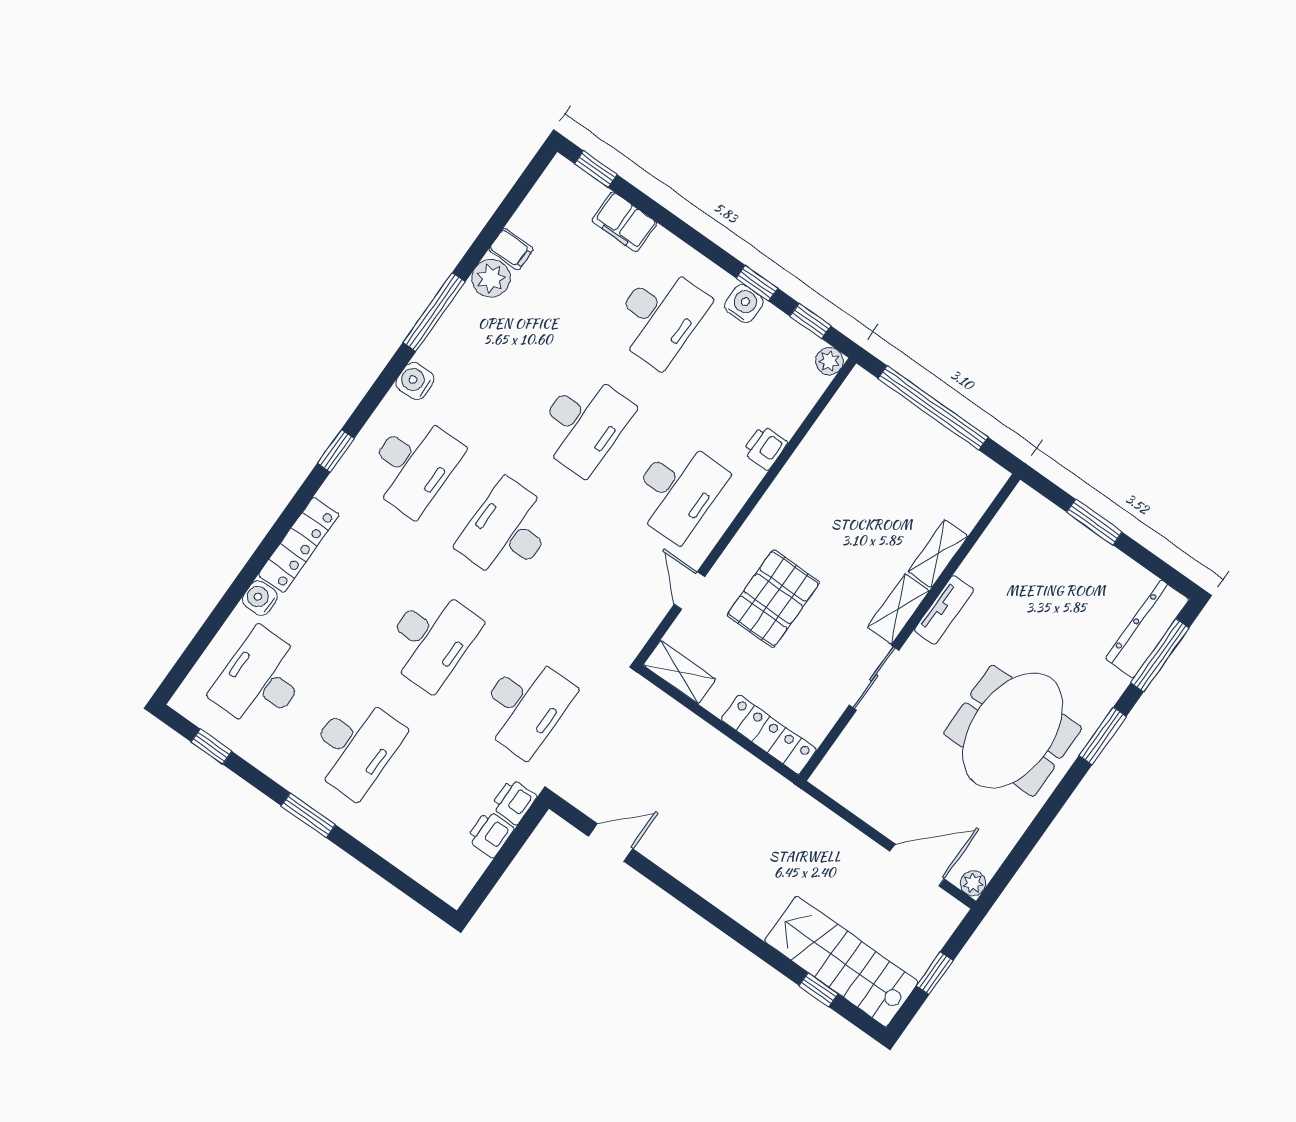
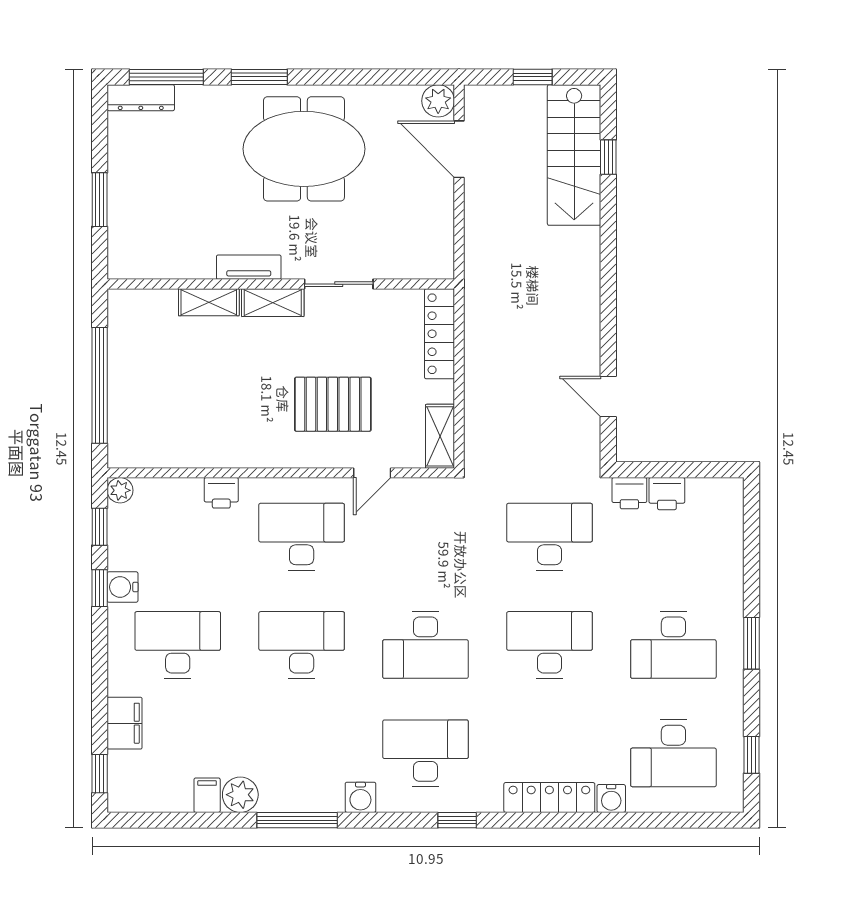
dresser: (1147, 629) -> (141, 98), width x0.73, depth x0.80
desk: (355, 746) -> (673, 645), turned 180
plant: (973, 883) -> (438, 101), width x1.38, depth x1.38

